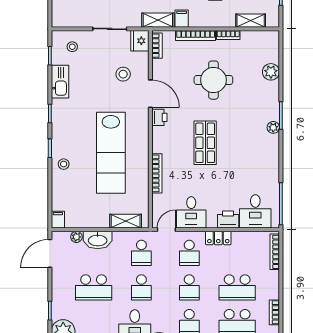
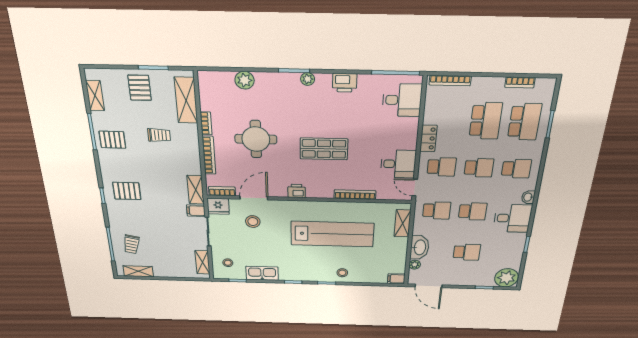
filing cabinet: (182, 19) -> (196, 211), moved
shelving: (72, 21) -> (202, 262), added
shelving: (251, 21) -> (186, 100), width x1.50, depth x1.33
door: (150, 94) -> (254, 198), moved
printer: (228, 220) -> (345, 83), moved, turned -90
school desk: (94, 287) -> (467, 252), width x0.54

